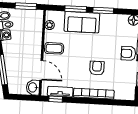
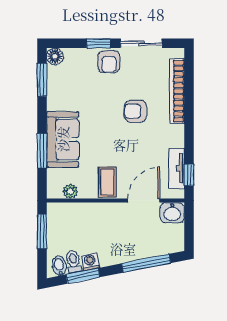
window: (103, 10) -> (42, 80), moved
bookcase: (94, 94) -> (177, 91), moved

